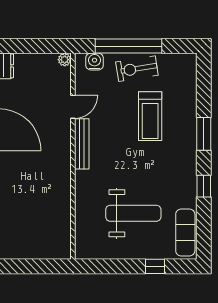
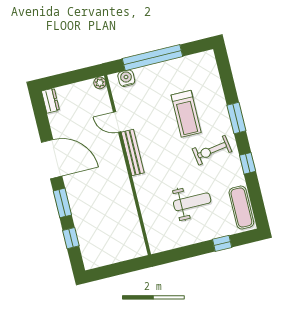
exercise bike: (137, 69) -> (212, 150), moved
door: (73, 107) -> (117, 122), swing flipped
weight bench: (133, 213) -> (192, 202), width x0.73, depth x0.75

